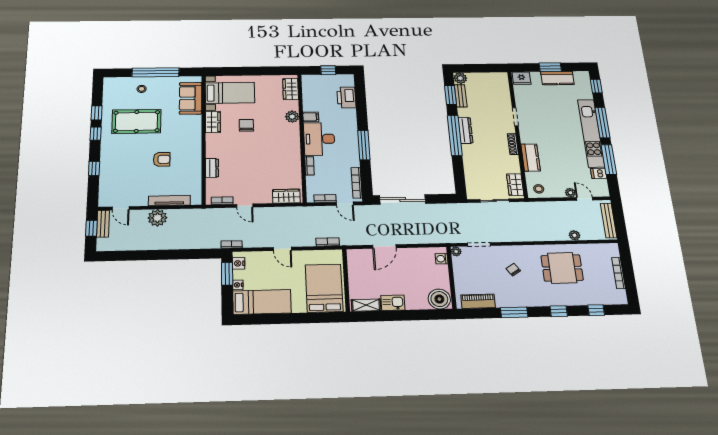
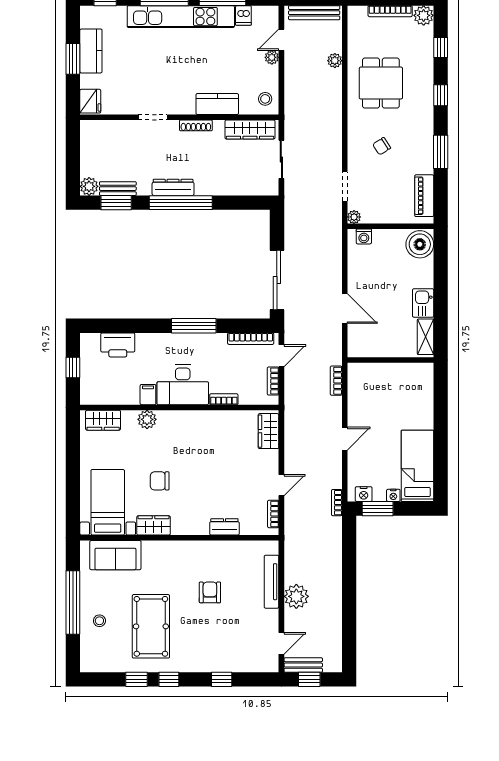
wardrobe: (515, 185) -> (250, 129), width x1.50
bed: (324, 288) -> (401, 388), removed
plant: (619, 297) -> (424, 15), added

